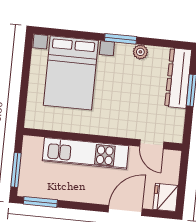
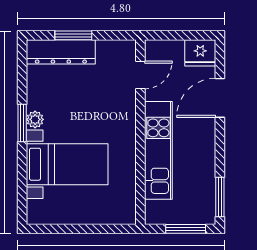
plant: (140, 52) -> (35, 119), moved
bed with nightstands: (71, 73) -> (67, 164), width x0.73
door: (125, 210) -> (220, 98), hinge flipped

